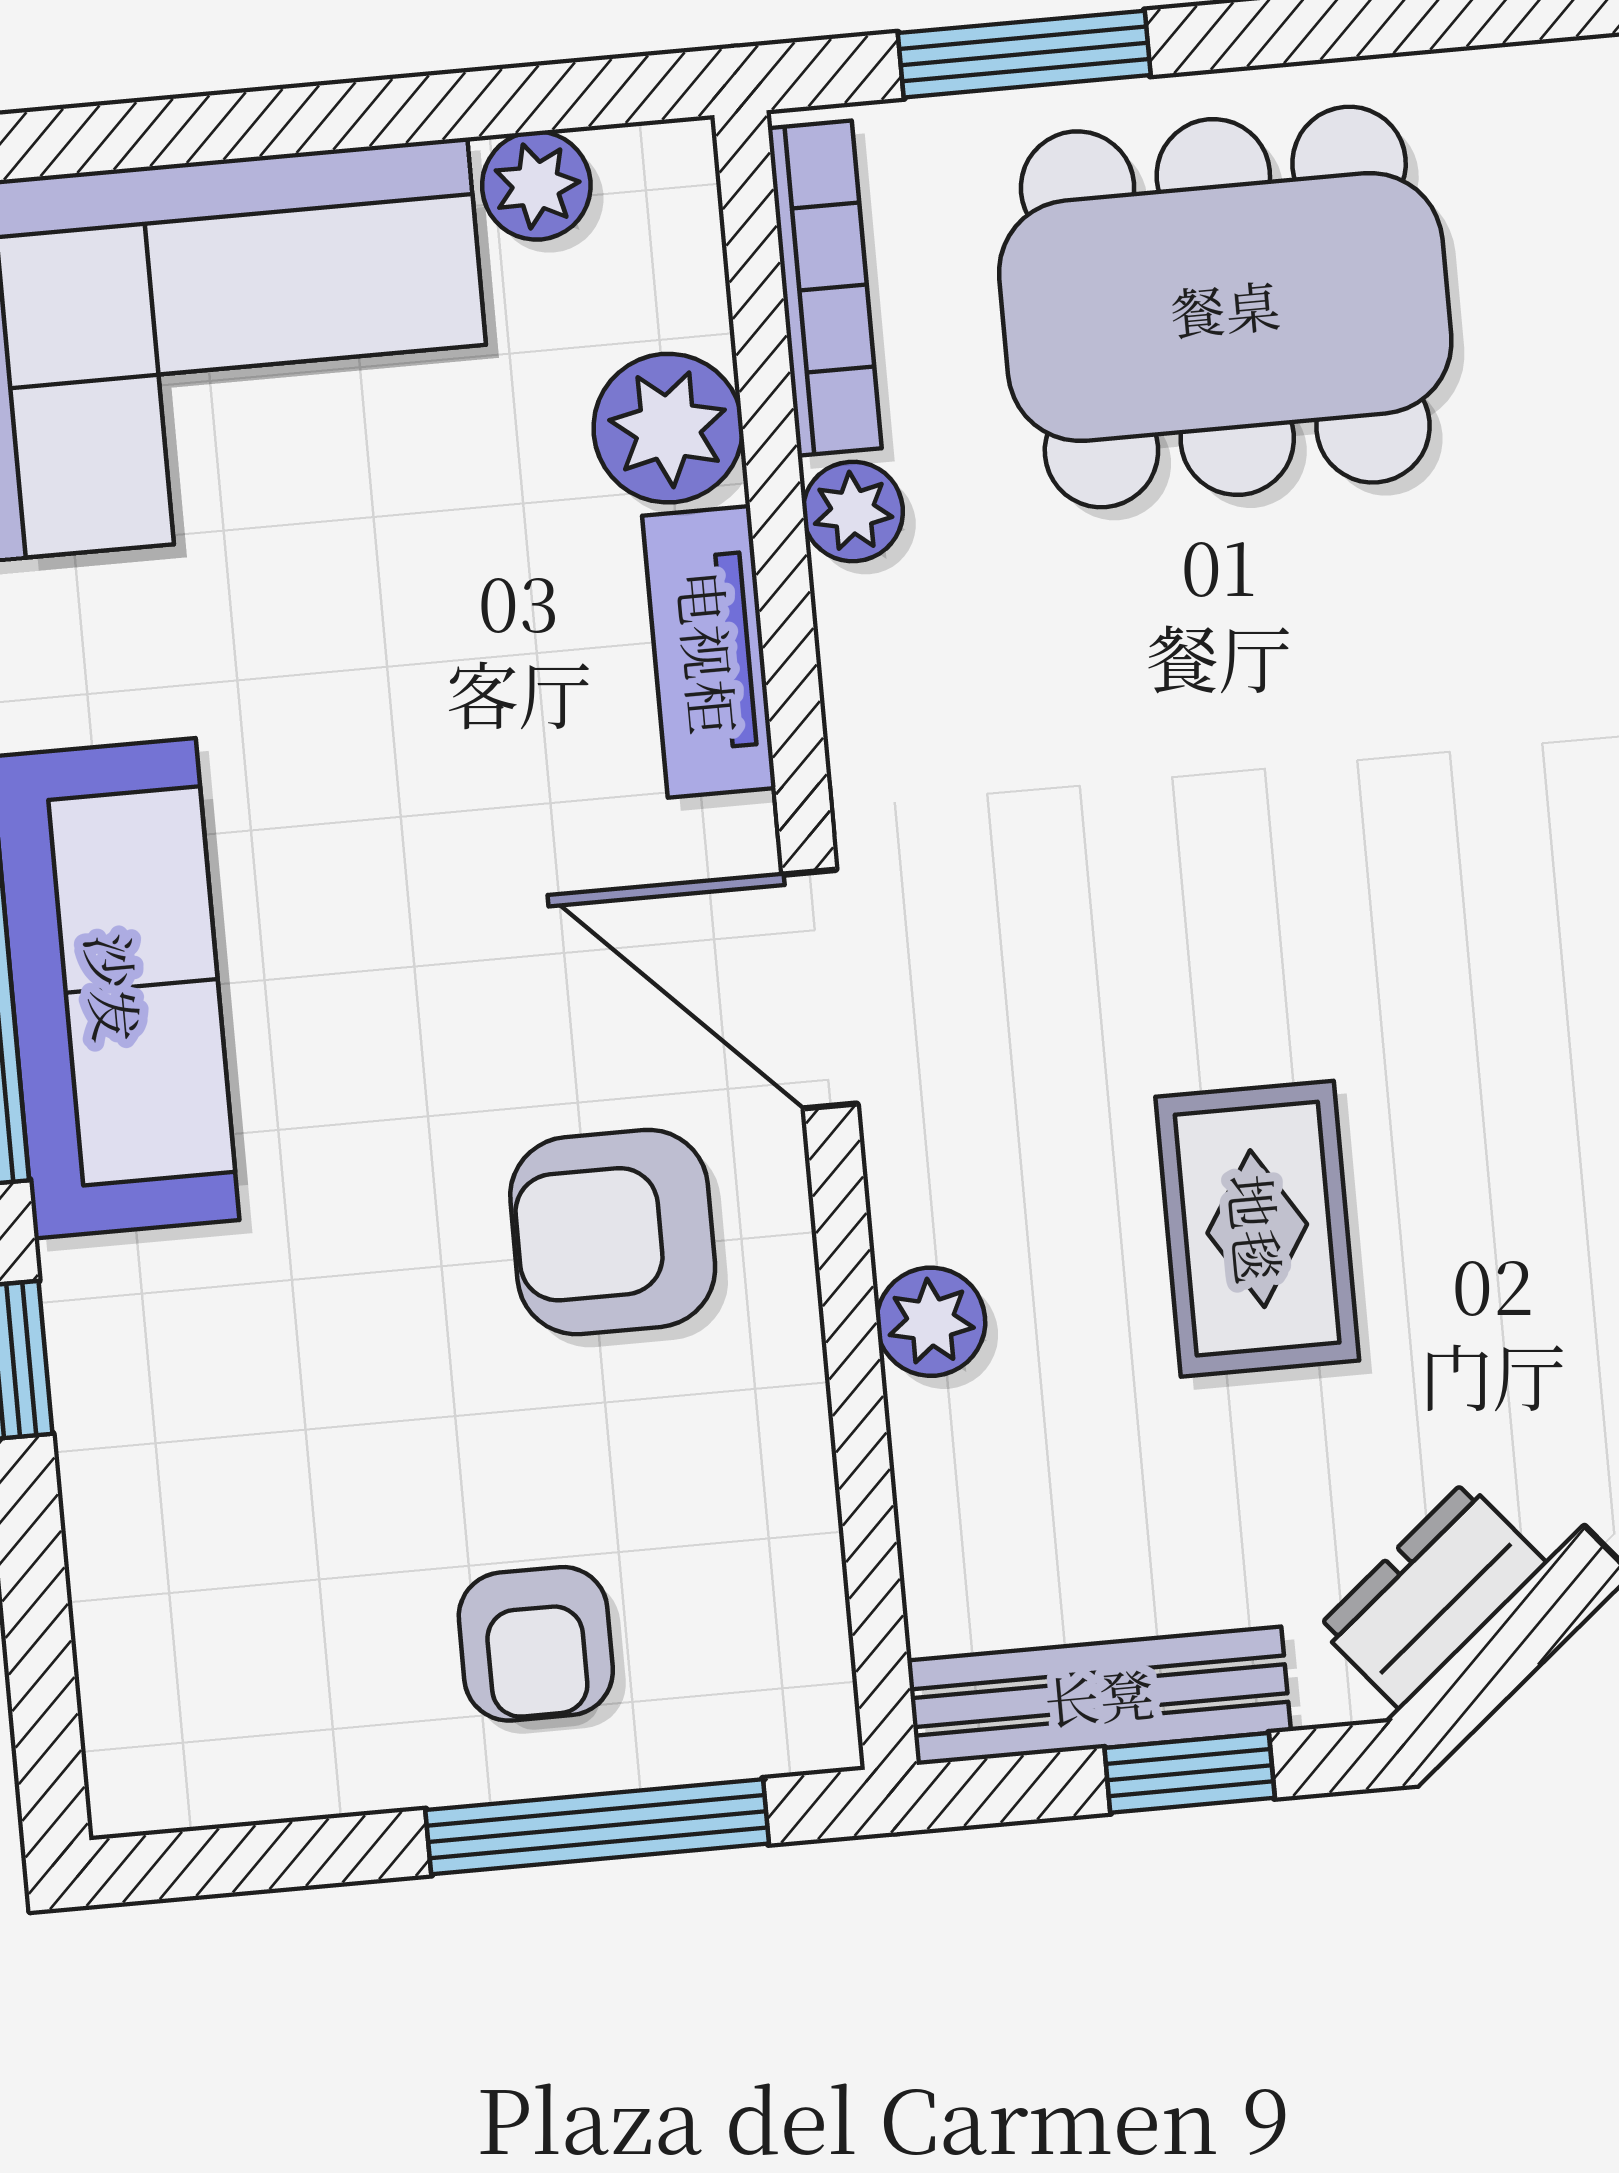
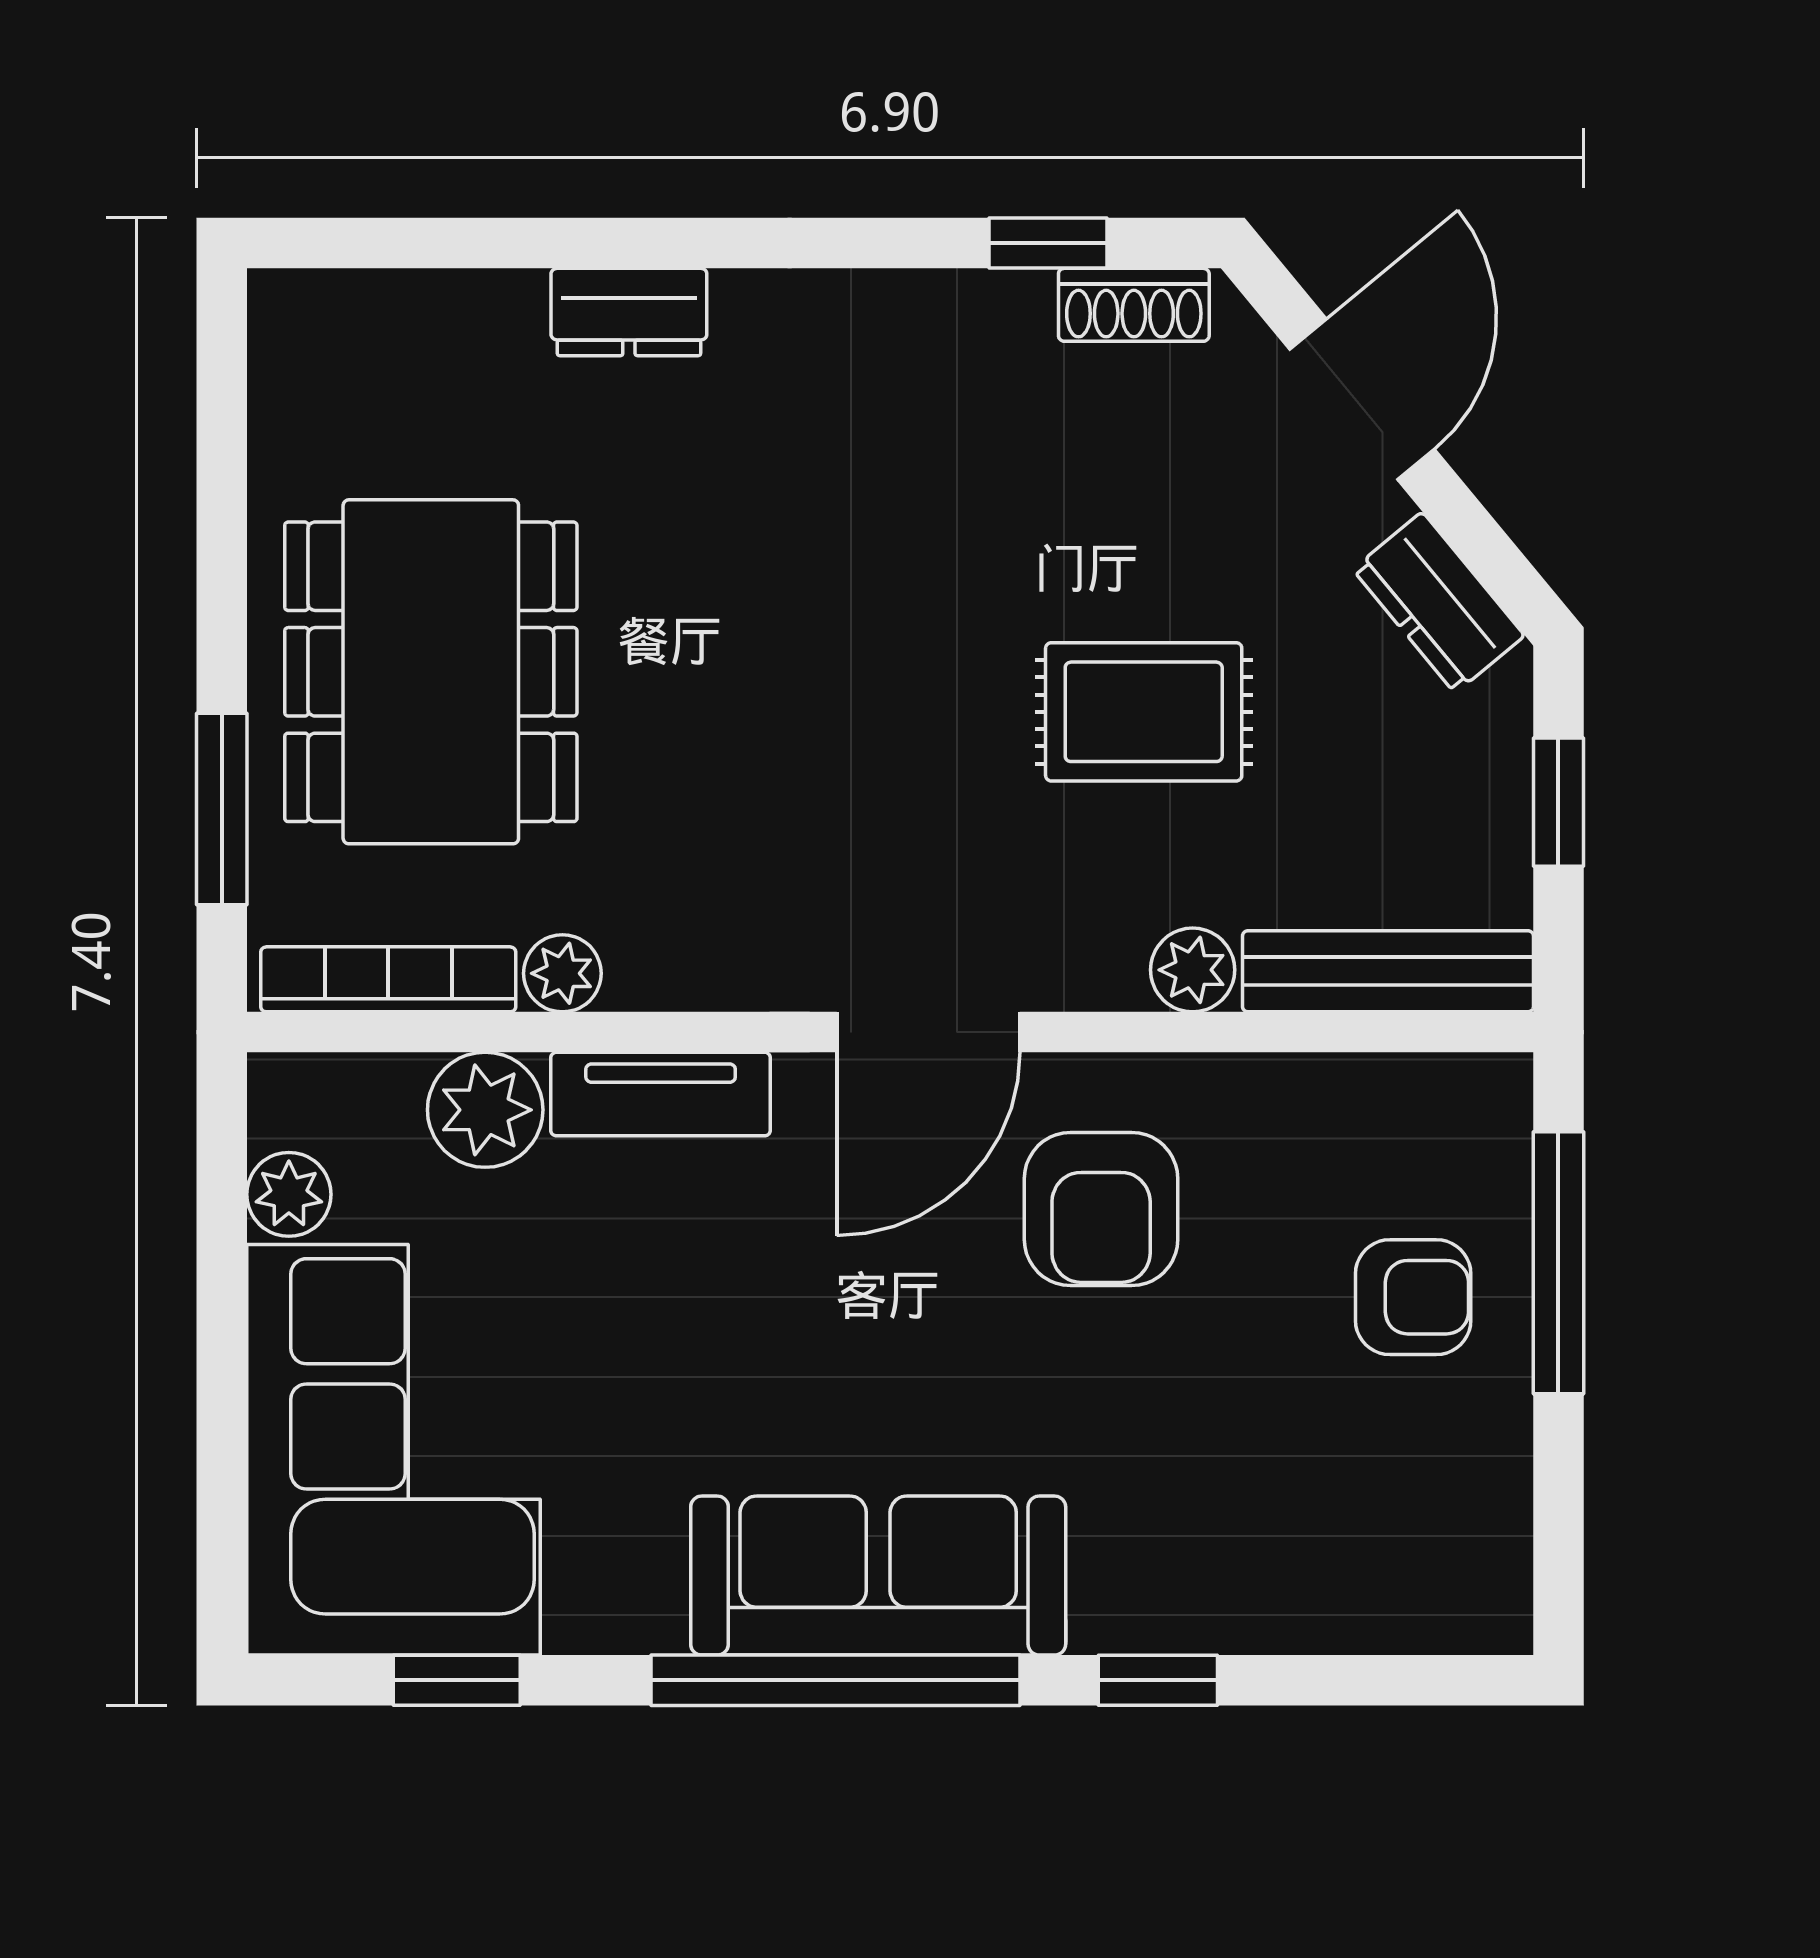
bench: (1099, 1696) -> (1388, 971), moved, turned 90

